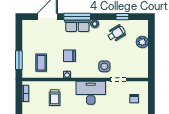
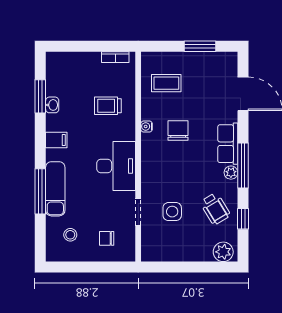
window: (77, 17) -> (243, 166), moved
plant: (142, 42) -> (223, 252), moved
window: (19, 60) -> (200, 46), moved
side table: (104, 66) -> (172, 212), moved

